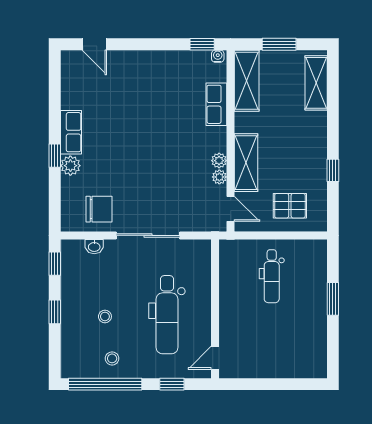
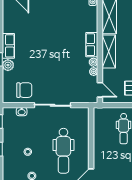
row of seats: (216, 104) -> (92, 45), moved
shelving: (246, 163) -> (109, 52), moved

